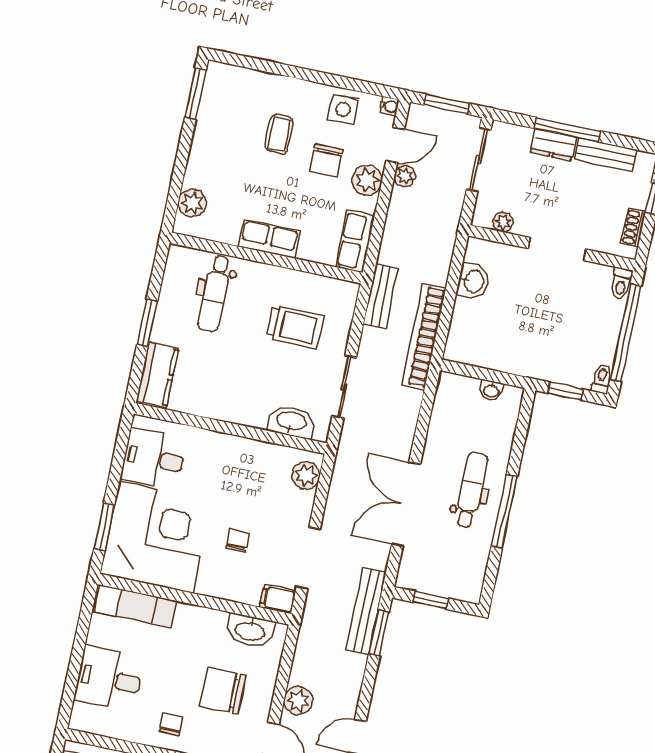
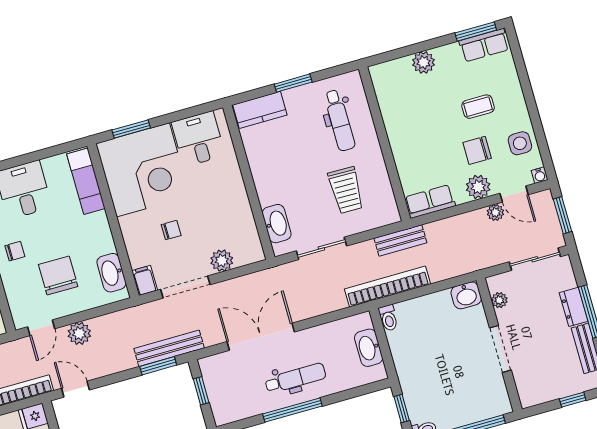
plant: (192, 203) -> (424, 62), moved
shoe rack: (633, 228) -> (544, 396), removed
row of seats: (269, 239) -> (484, 45), moved, turned 90
washbasin: (473, 281) -> (466, 295), moved
toilet: (621, 284) -> (388, 318), moved, turned -90
dental chair: (214, 294) -> (340, 120), turned -90
washbasin: (491, 390) -> (369, 348), width x1.91, depth x1.45
plant: (306, 476) -> (222, 261), moved

